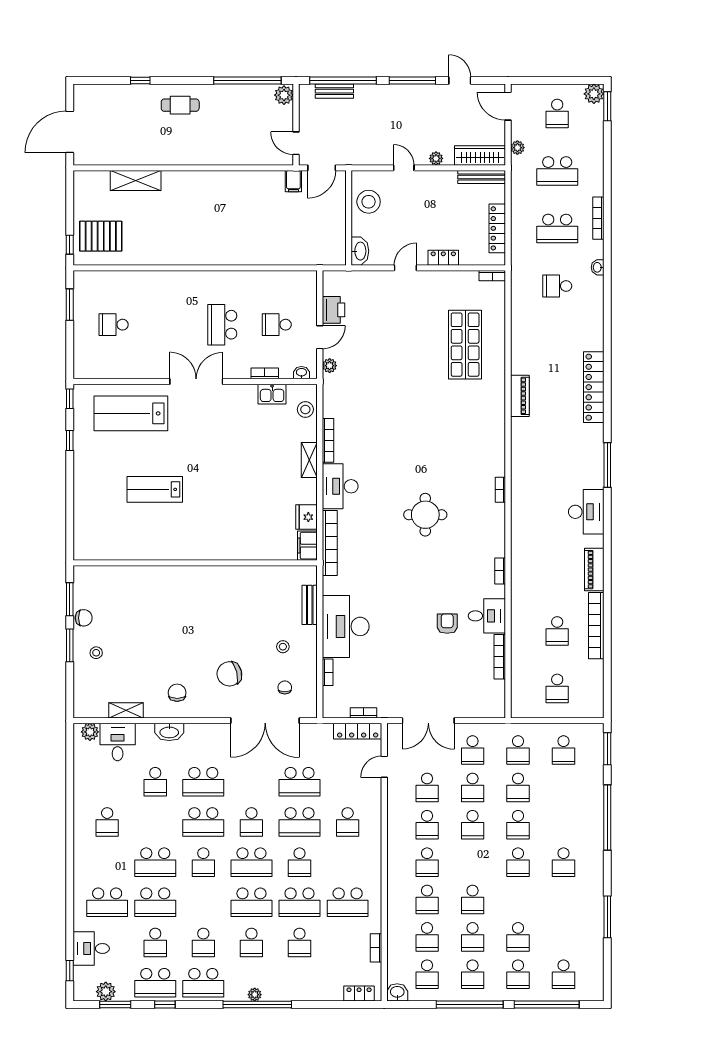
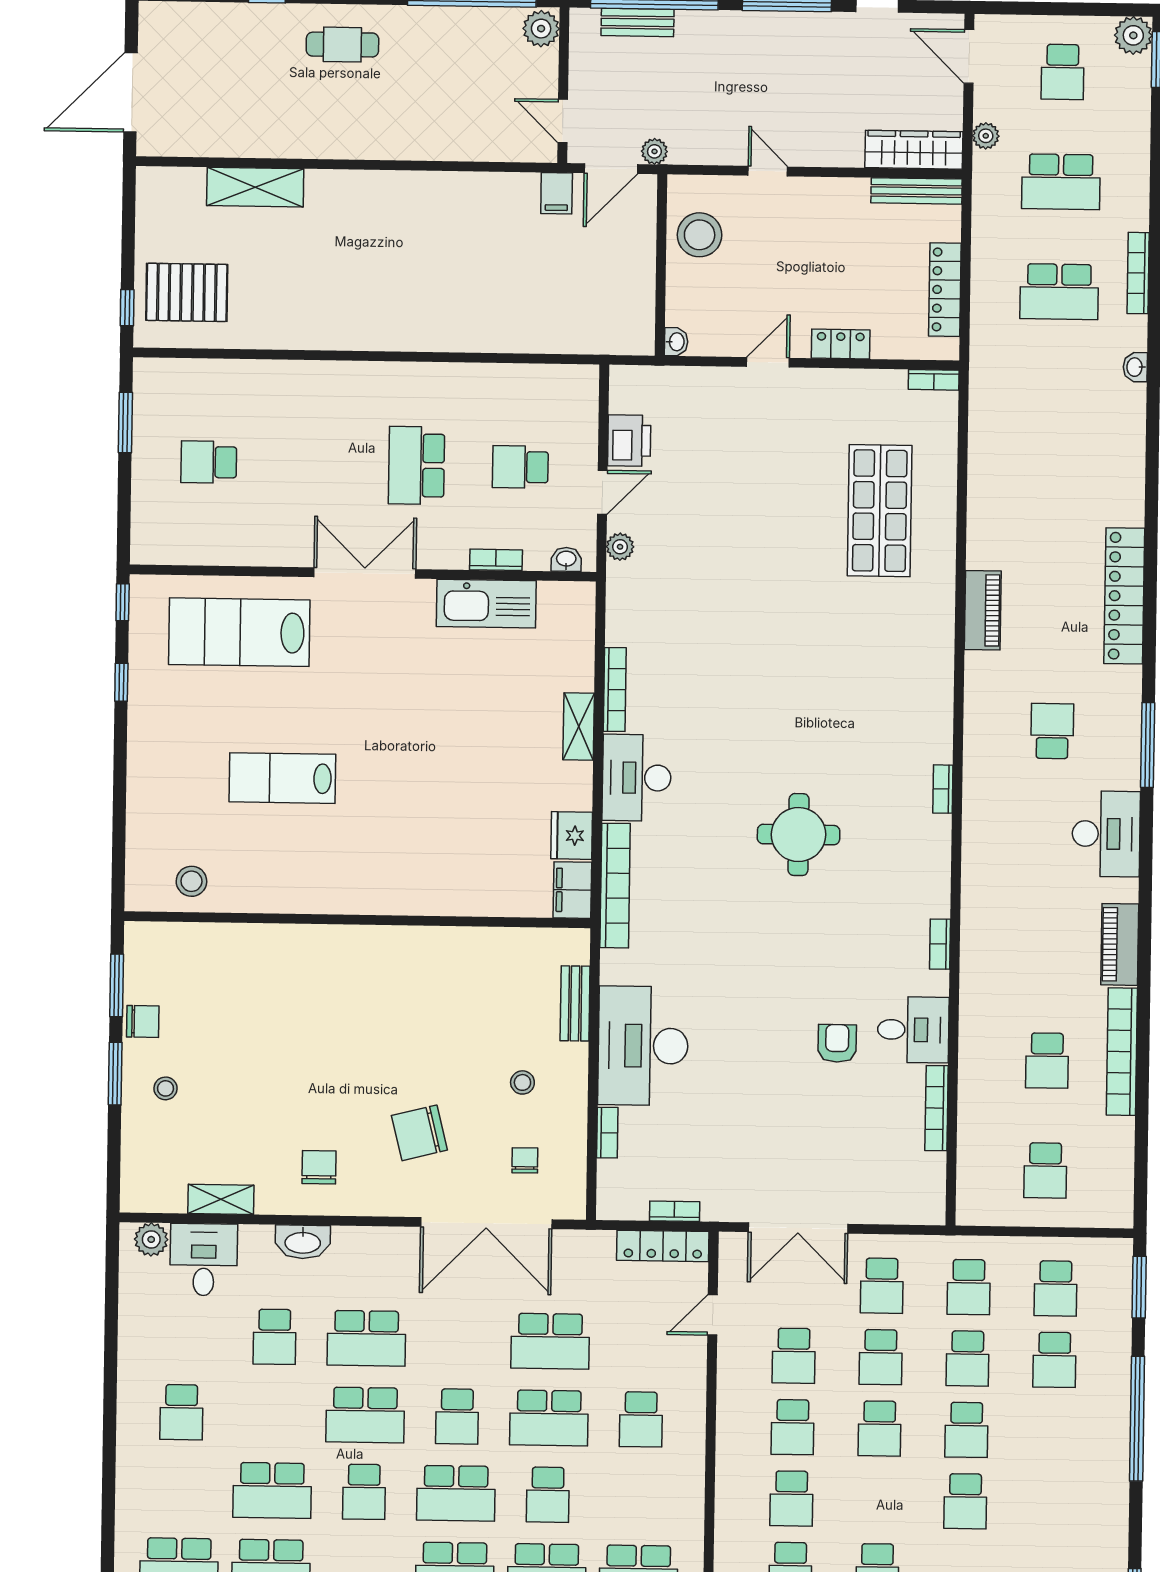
plant: (436, 158) -> (654, 151), moved
washbasin: (360, 251) -> (676, 342), width x0.52, depth x0.69
school desk: (557, 286) -> (1052, 731), moved, turned 90
kitchen sink: (272, 394) -> (486, 604), width x1.88, depth x1.24
stool: (305, 409) -> (191, 881), moved
school desk: (564, 862) -> (1054, 1360), moved

